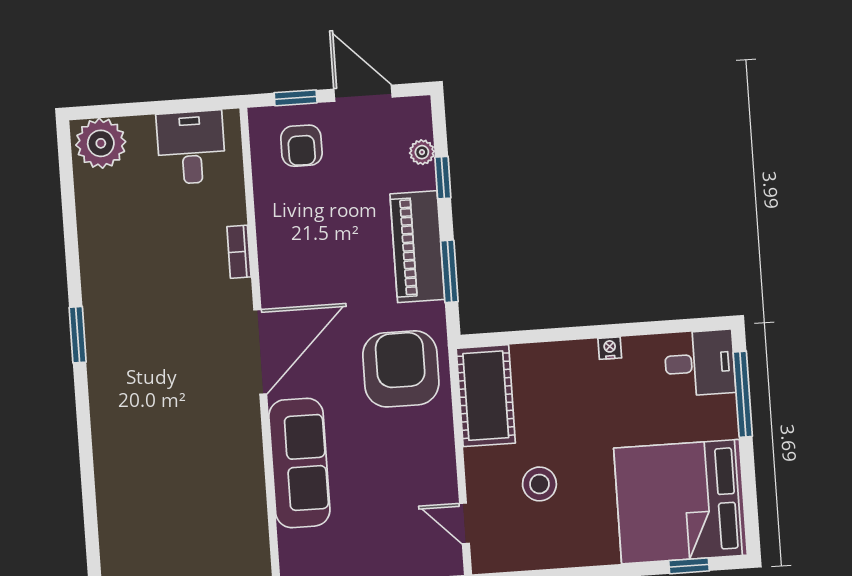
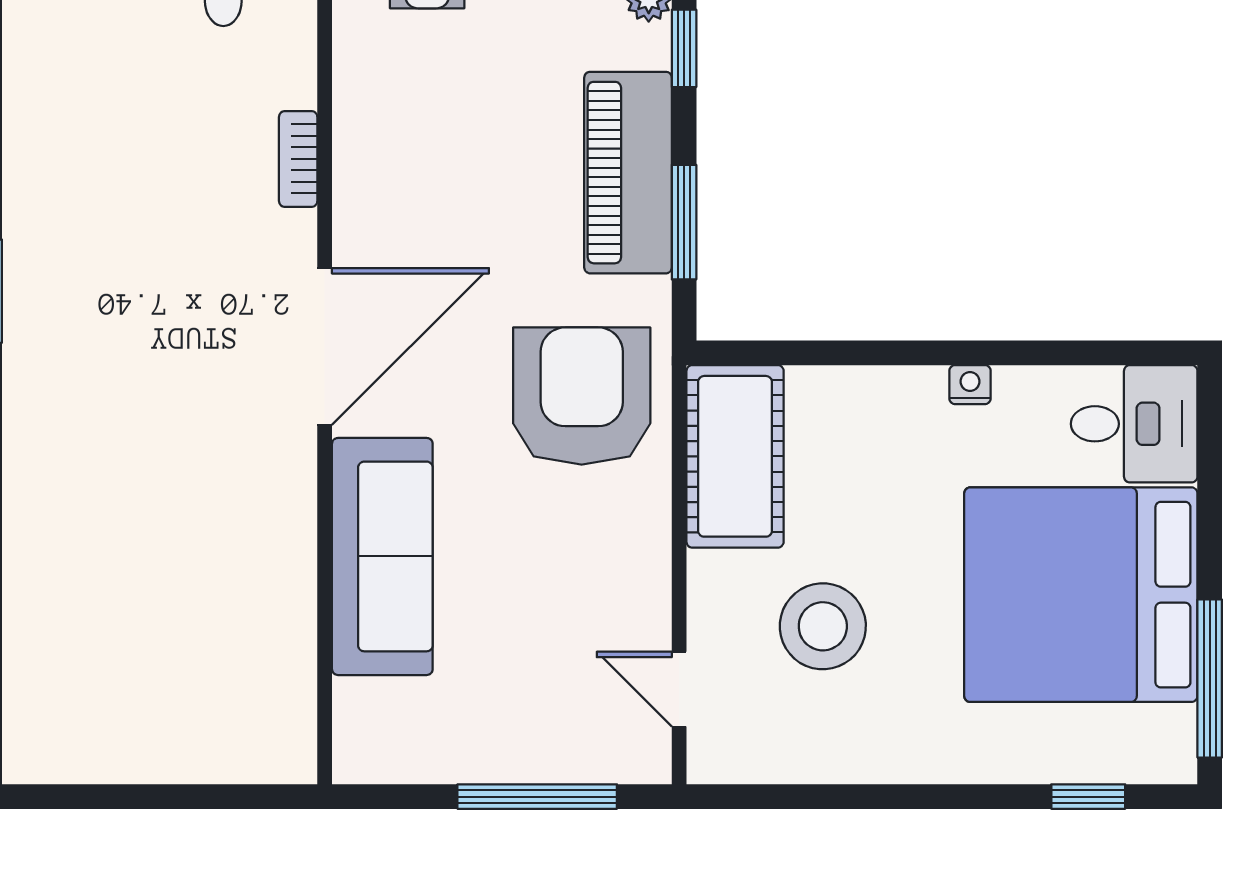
window: (743, 394) -> (1210, 678), moved
stool: (539, 484) -> (823, 626), width x1.38, depth x1.38
bed: (681, 502) -> (1081, 595), moved

